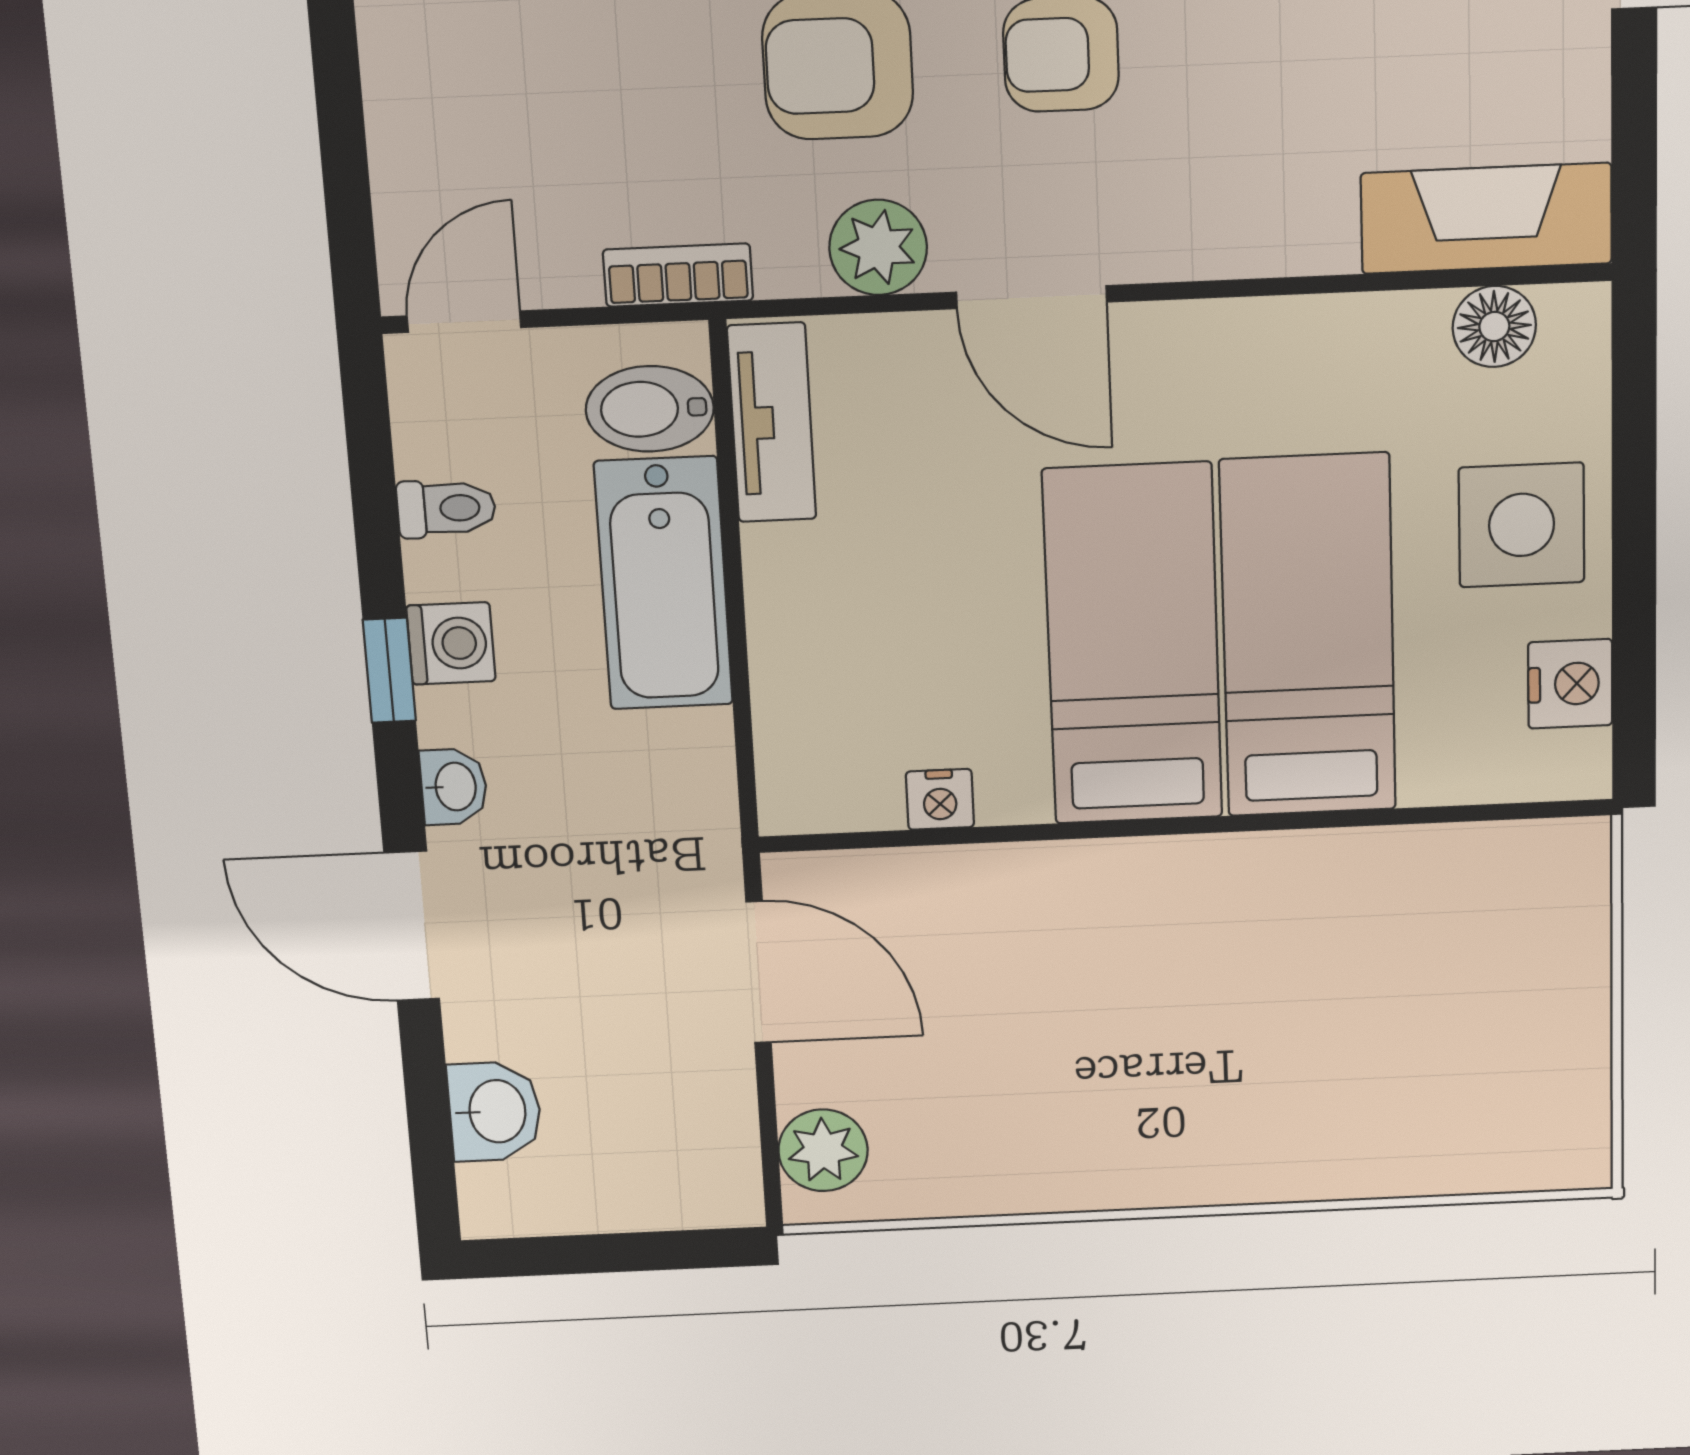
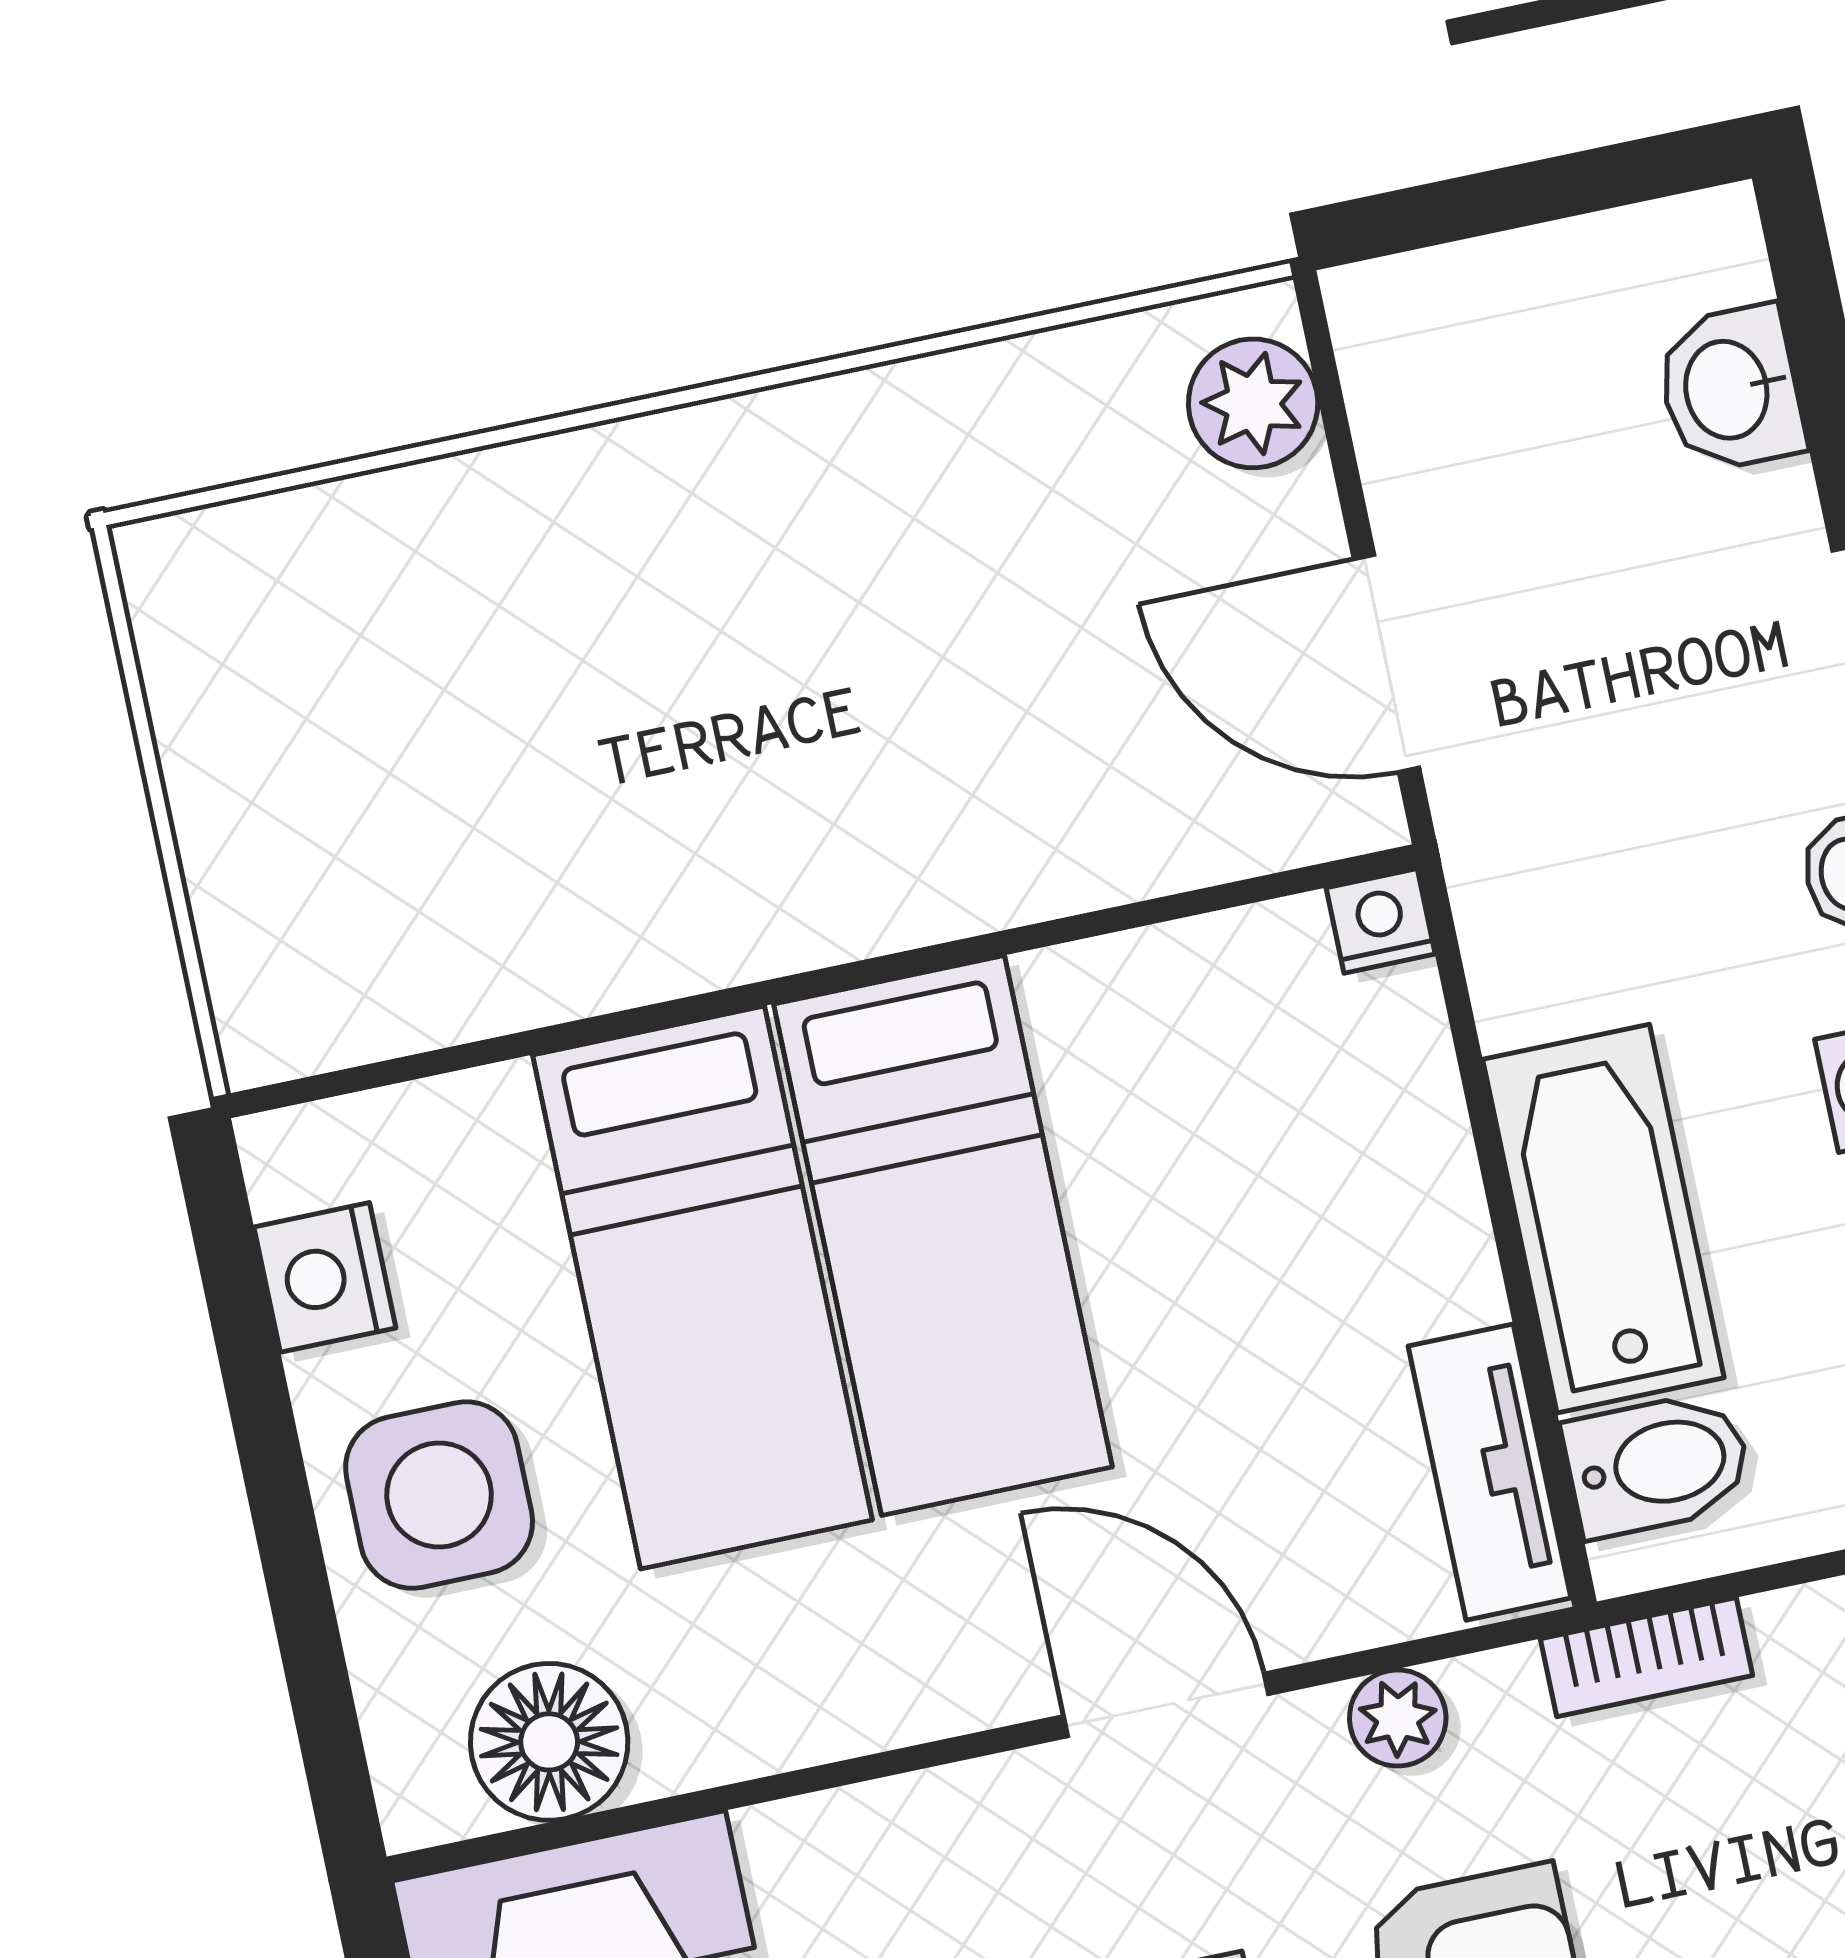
plant: (878, 247) -> (1398, 1718), width x0.73, depth x0.73
floor lamp: (1494, 327) -> (549, 1742), width x1.38, depth x1.38
nightstand: (940, 799) -> (1381, 921), moved

